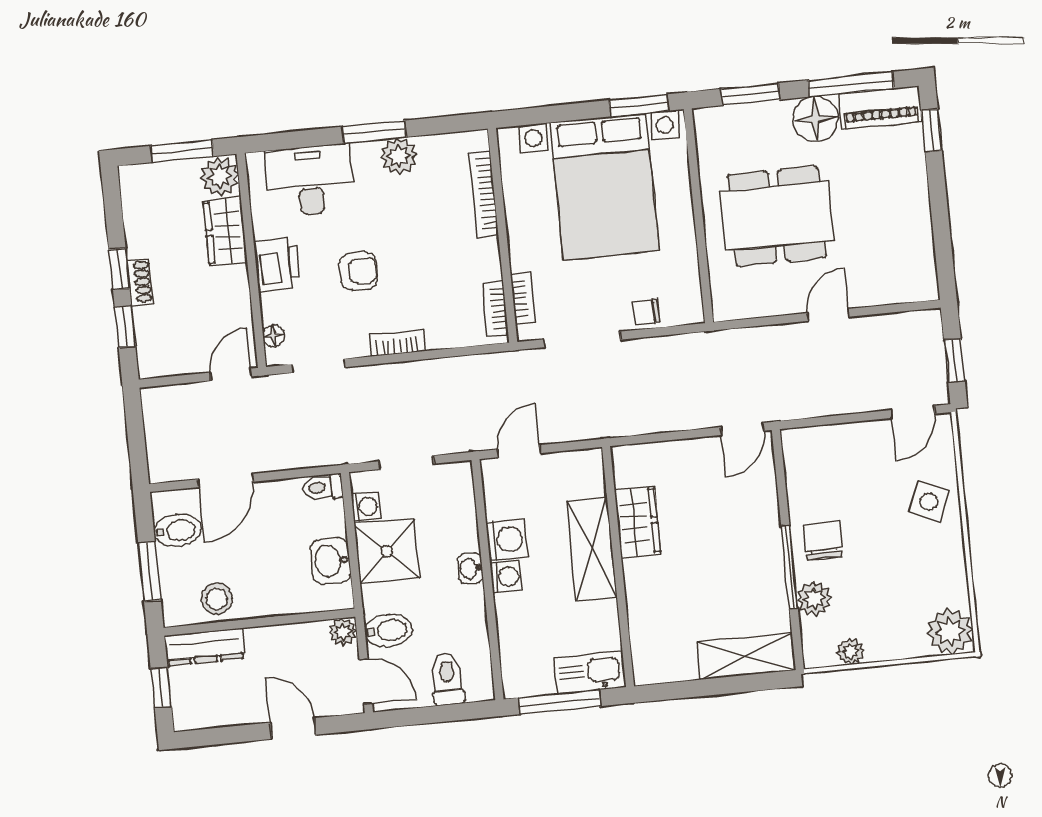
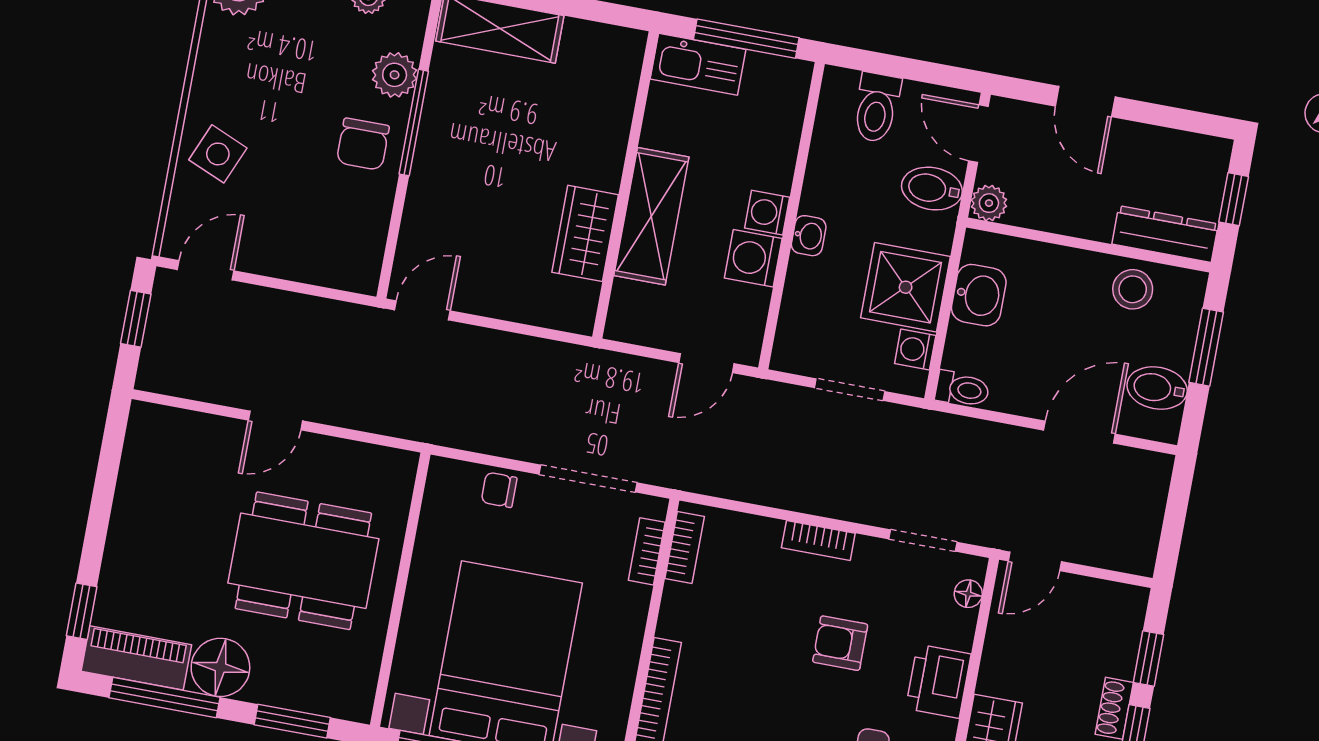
chair: (646, 312) -> (499, 490), turned 180

